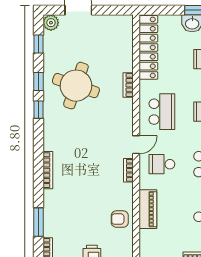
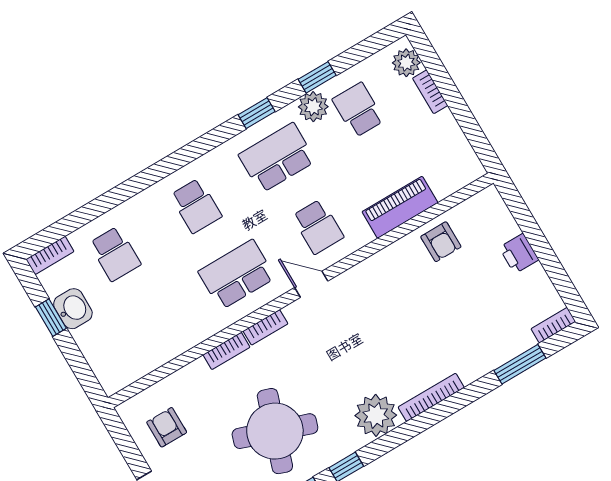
armchair: (109, 35) -> (167, 427), added
locker: (148, 47) -> (150, 354), removed
plant: (55, 138) -> (376, 415), added
bookcase: (128, 170) -> (266, 327), moved

